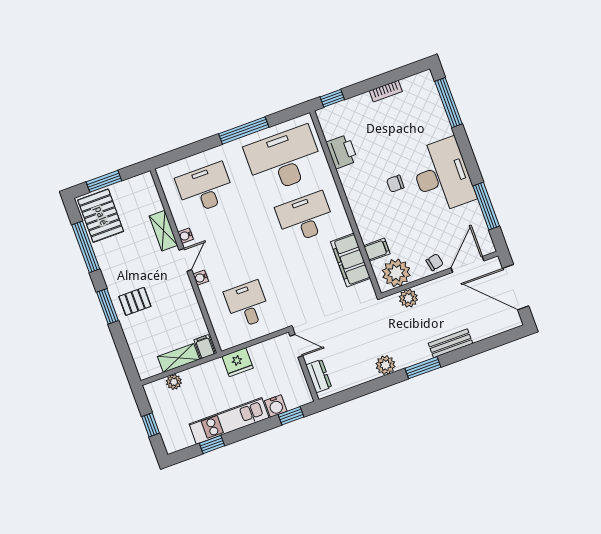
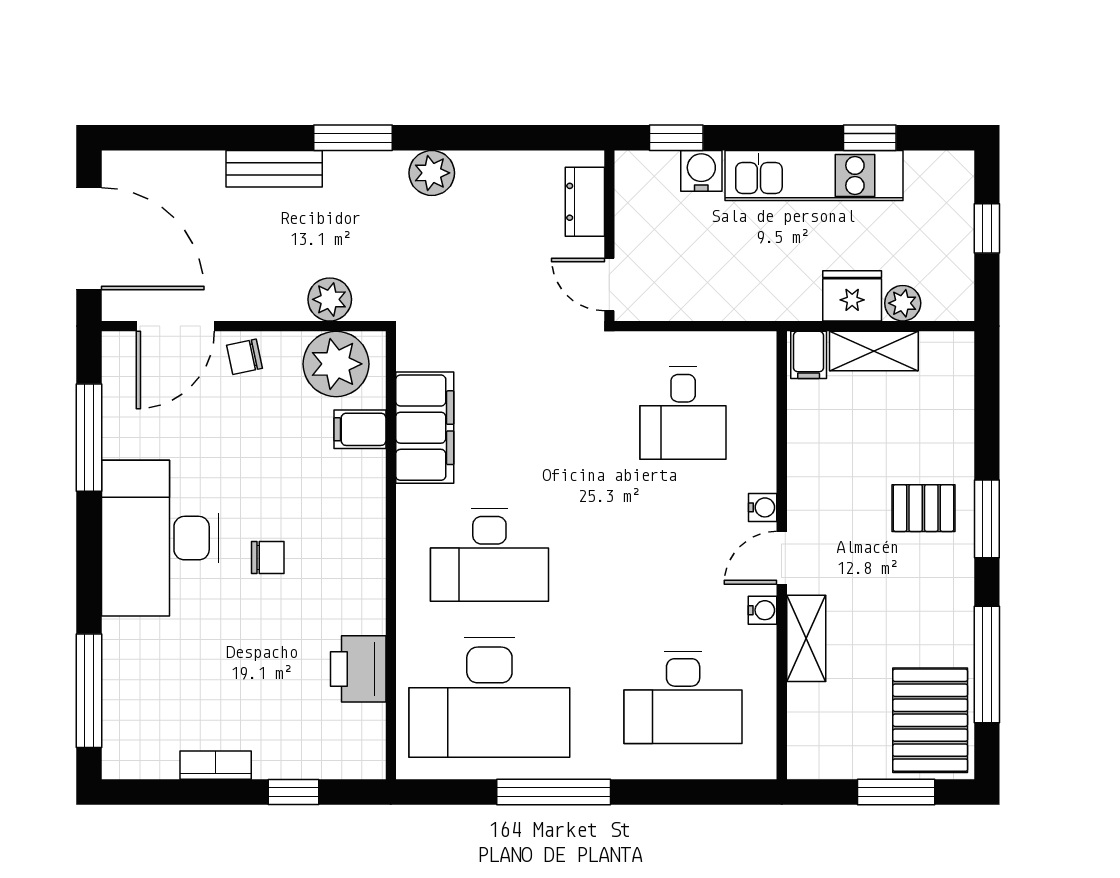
window: (332, 98) -> (294, 792), moved
fridge: (238, 362) -> (852, 296), moved

